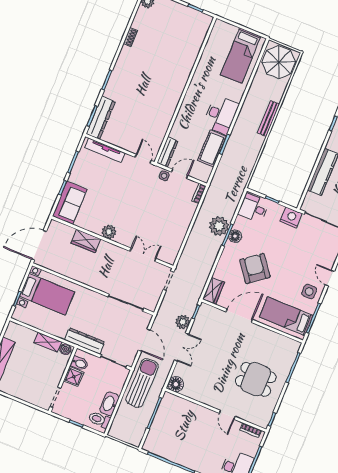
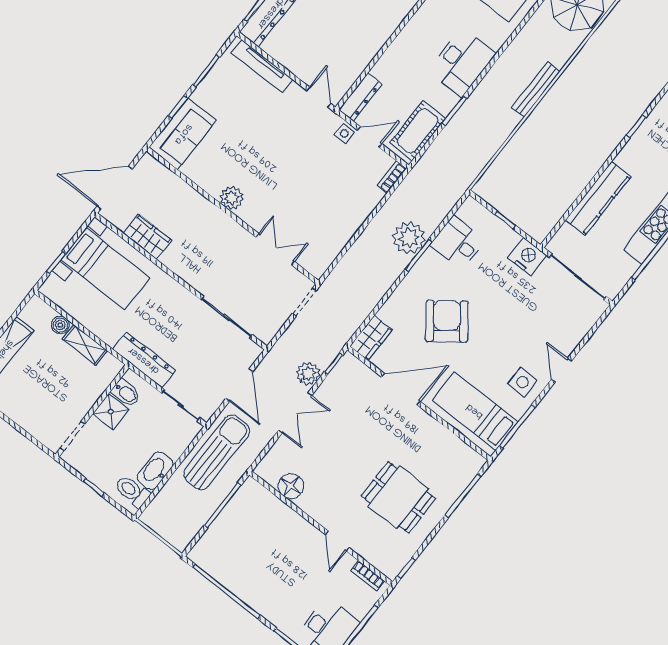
cot: (212, 149) -> (418, 131), moved
desk: (254, 208) -> (458, 243), moved
floor lamp: (235, 236) -> (430, 261), removed
wardrobe: (86, 241) -> (147, 237), moved, turned 180
boiler: (66, 349) -> (60, 325), moved
floor lamp: (176, 384) -> (291, 486), moved

